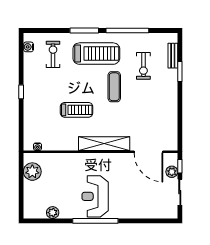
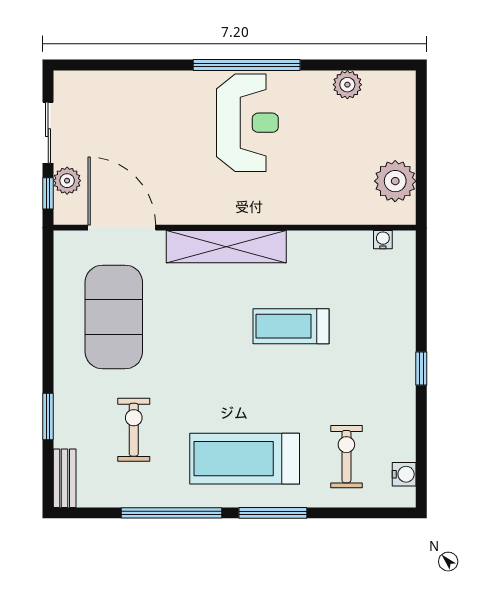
exercise bike: (53, 54) -> (346, 457), turned 180
bench: (173, 56) -> (65, 478), moved
exercise mat: (114, 87) -> (114, 317), moved, width x2.00, depth x1.45

